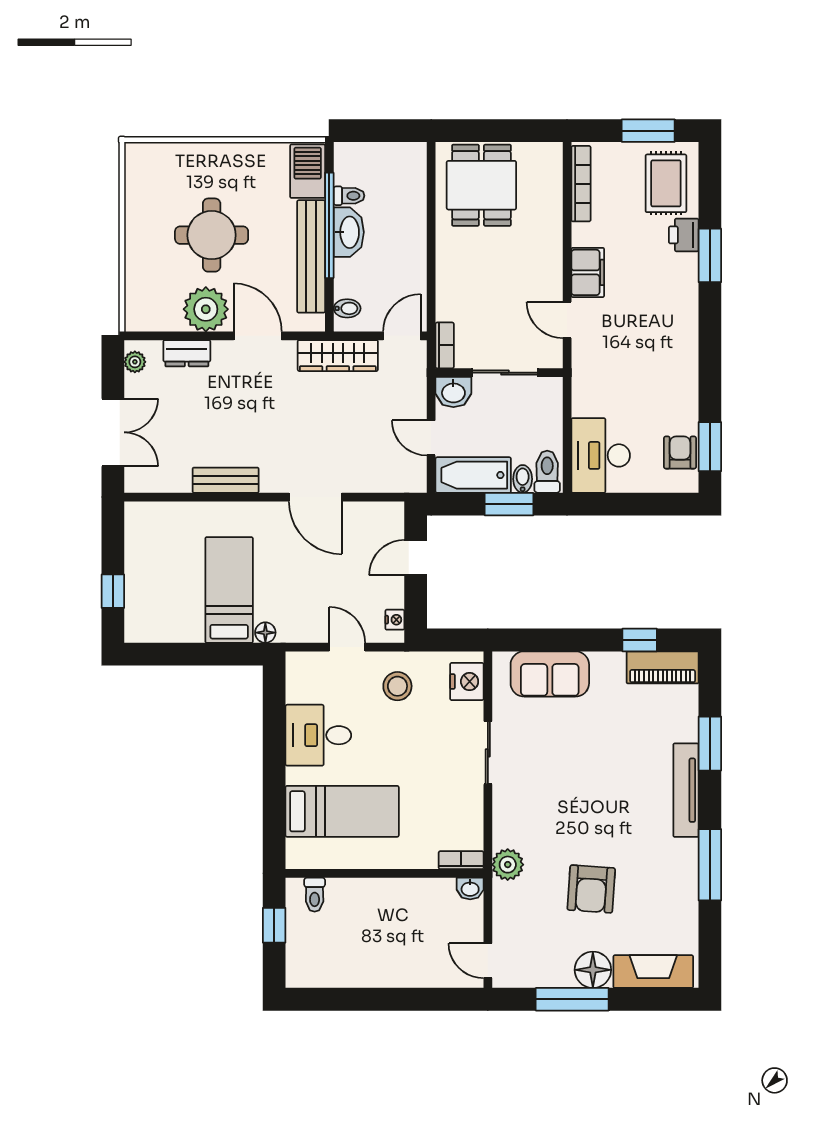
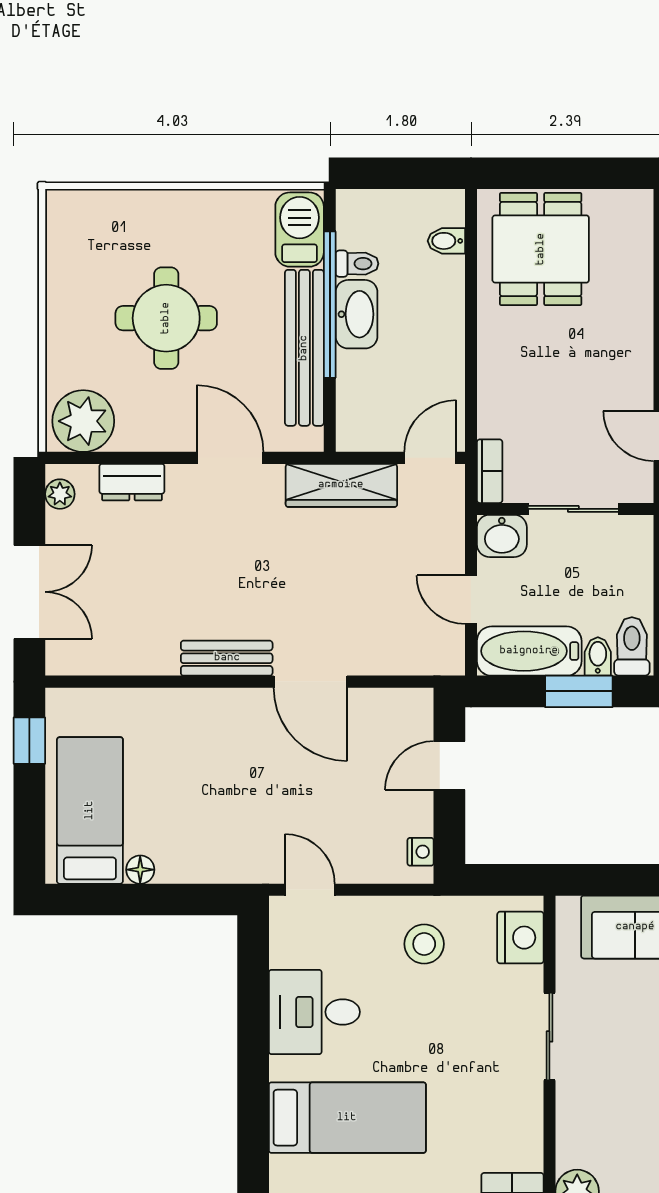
bidet: (347, 308) -> (446, 241), moved, turned 180
plant: (206, 309) -> (83, 421), moved
bench: (226, 480) -> (227, 658), moved
bed: (229, 590) -> (90, 810), moved
window: (113, 591) -> (29, 741), moved
floor lamp: (265, 633) -> (140, 870), moved
door: (347, 647) -> (310, 890), moved

